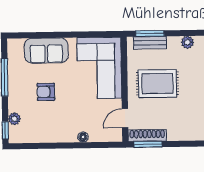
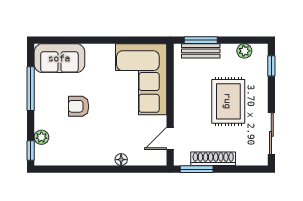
sofa: (46, 50) -> (59, 58), moved
rug: (157, 84) -> (228, 101), moved, turned 90
shoe rack: (147, 135) -> (213, 159), moved

